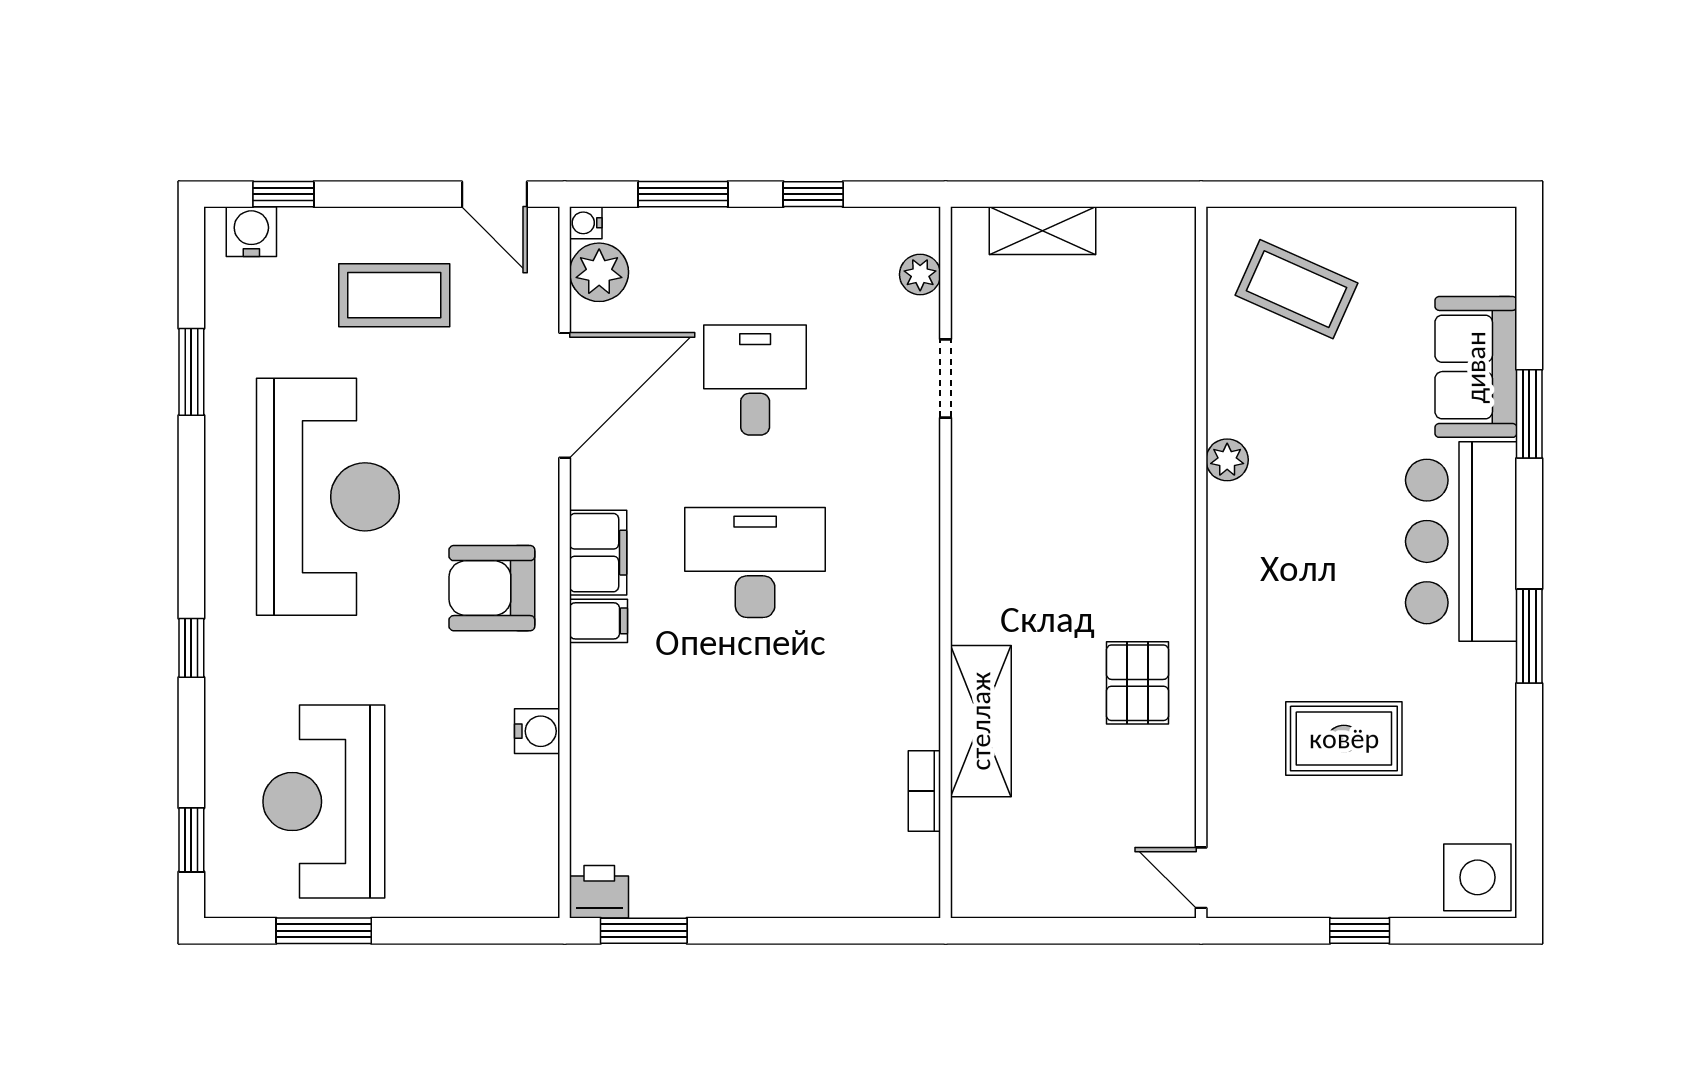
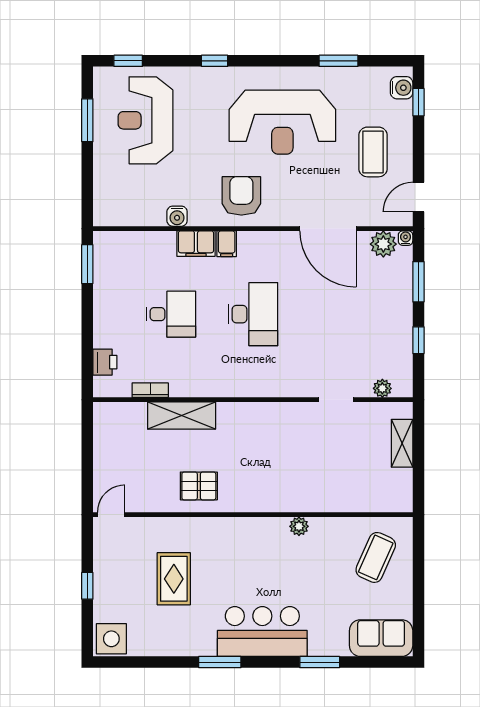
sofa: (1476, 367) -> (381, 638), moved
desk: (755, 380) -> (171, 314), moved
filing cabinet: (598, 553) -> (196, 244), moved
reception desk: (324, 802) -> (145, 120), turned -90
printer: (599, 892) -> (105, 362), moved

